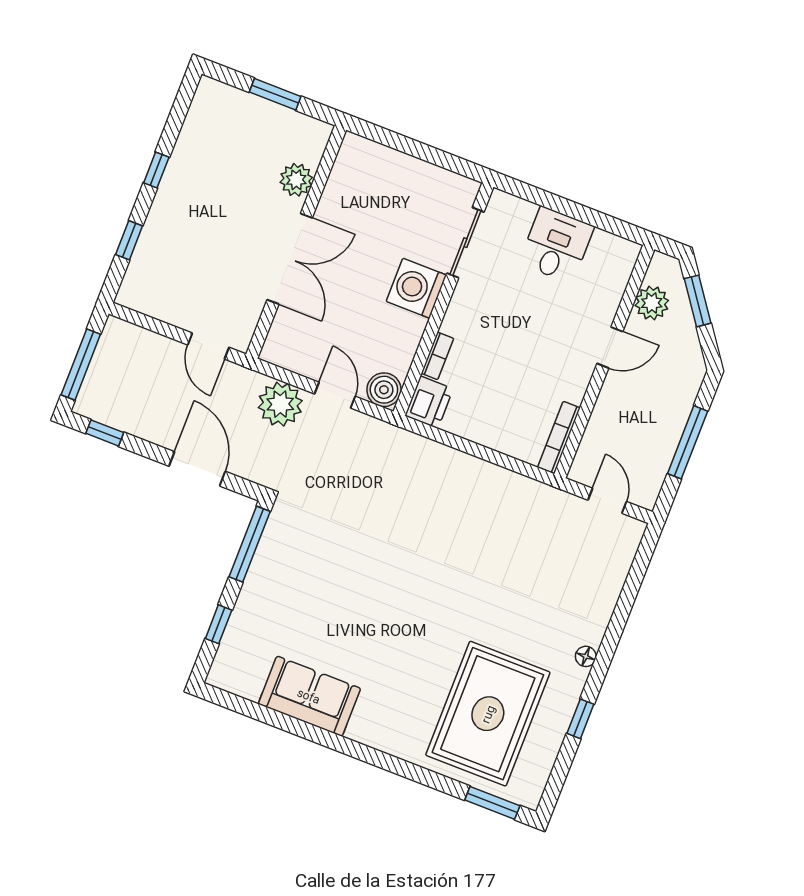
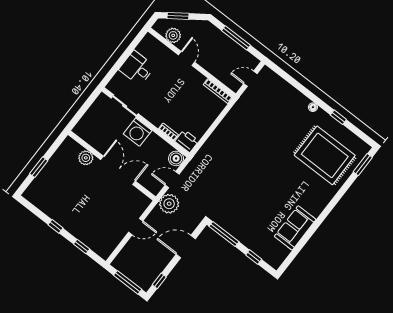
plant: (296, 180) -> (86, 158), moved
wall: (296, 242) -> (112, 166), moved
double door: (290, 259) -> (118, 170), moved

